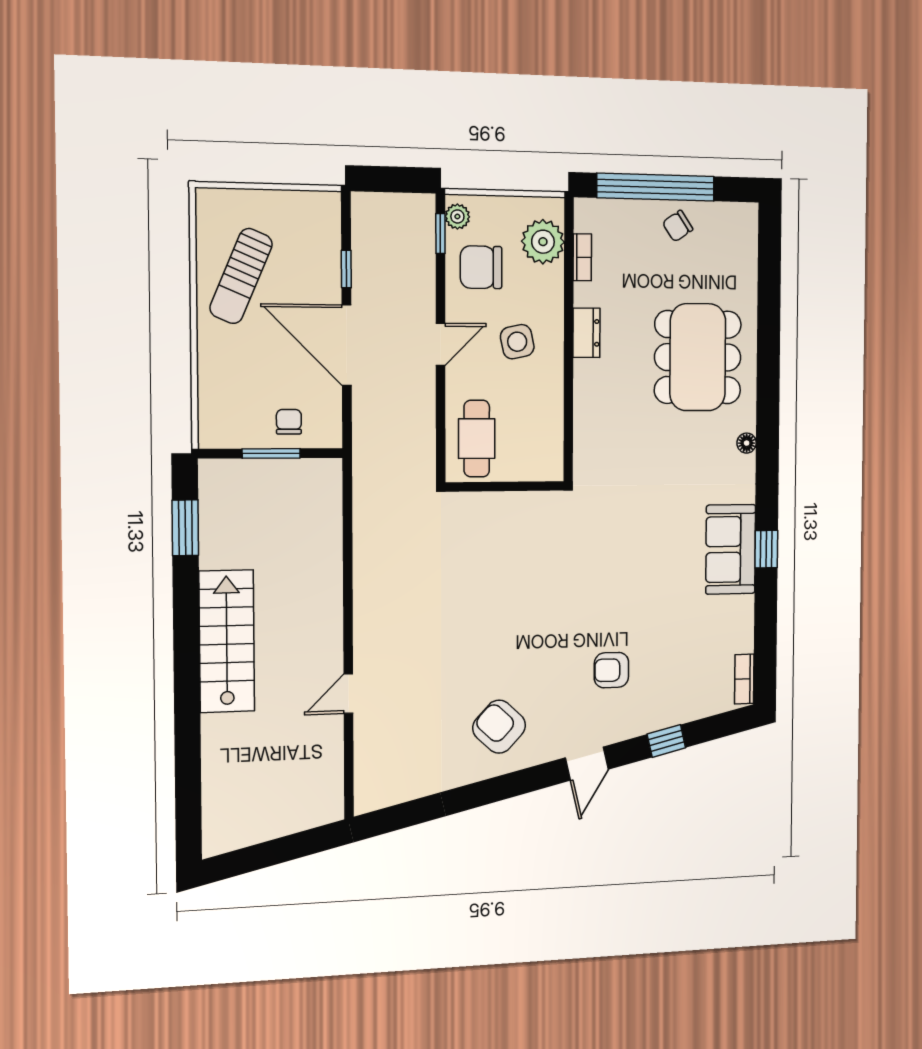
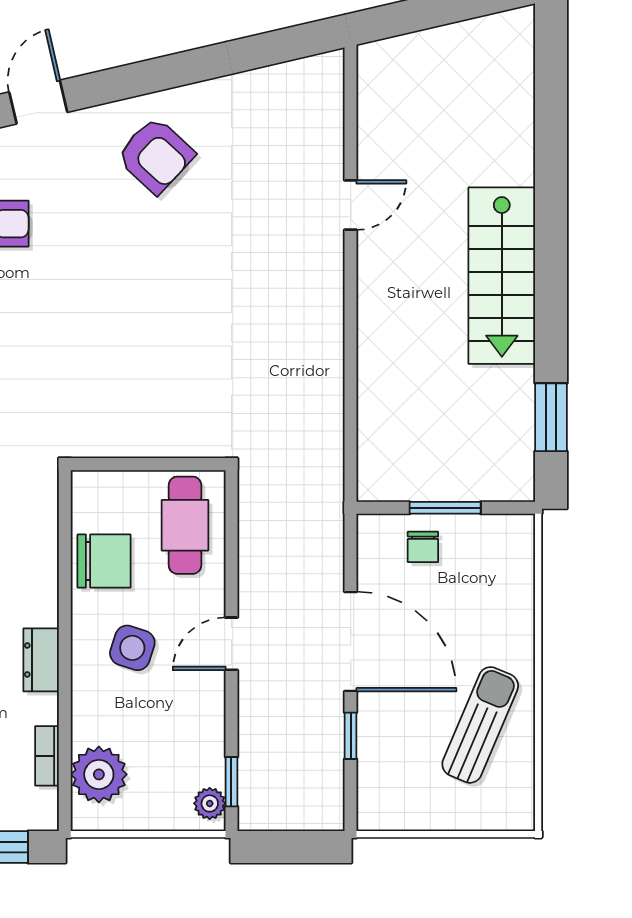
chair: (481, 267) -> (104, 561), moved
side table: (517, 342) -> (132, 648), turned 30

